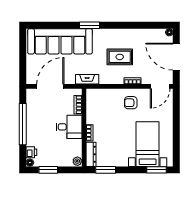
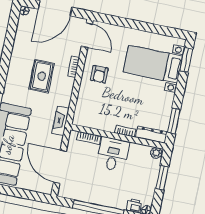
window: (48, 170) -> (162, 178), moved

